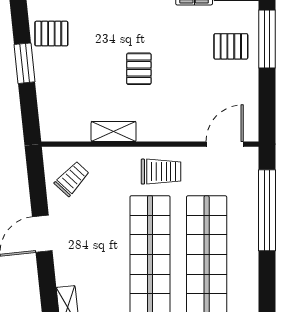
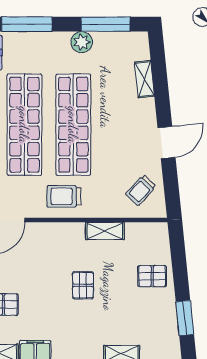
pallet: (51, 34) -> (152, 276), moved
window: (25, 63) -> (185, 318), moved

